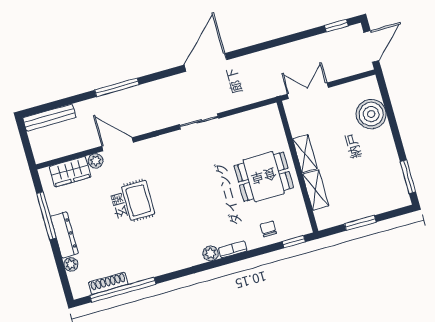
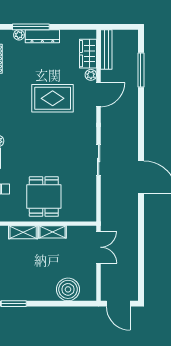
window: (336, 26) -> (141, 282), removed
window: (117, 87) -> (141, 70), moved
bench: (49, 118) -> (106, 49), moved
rug: (138, 200) -> (53, 98), width x1.36, depth x1.43
window: (46, 216) -> (31, 27), moved

